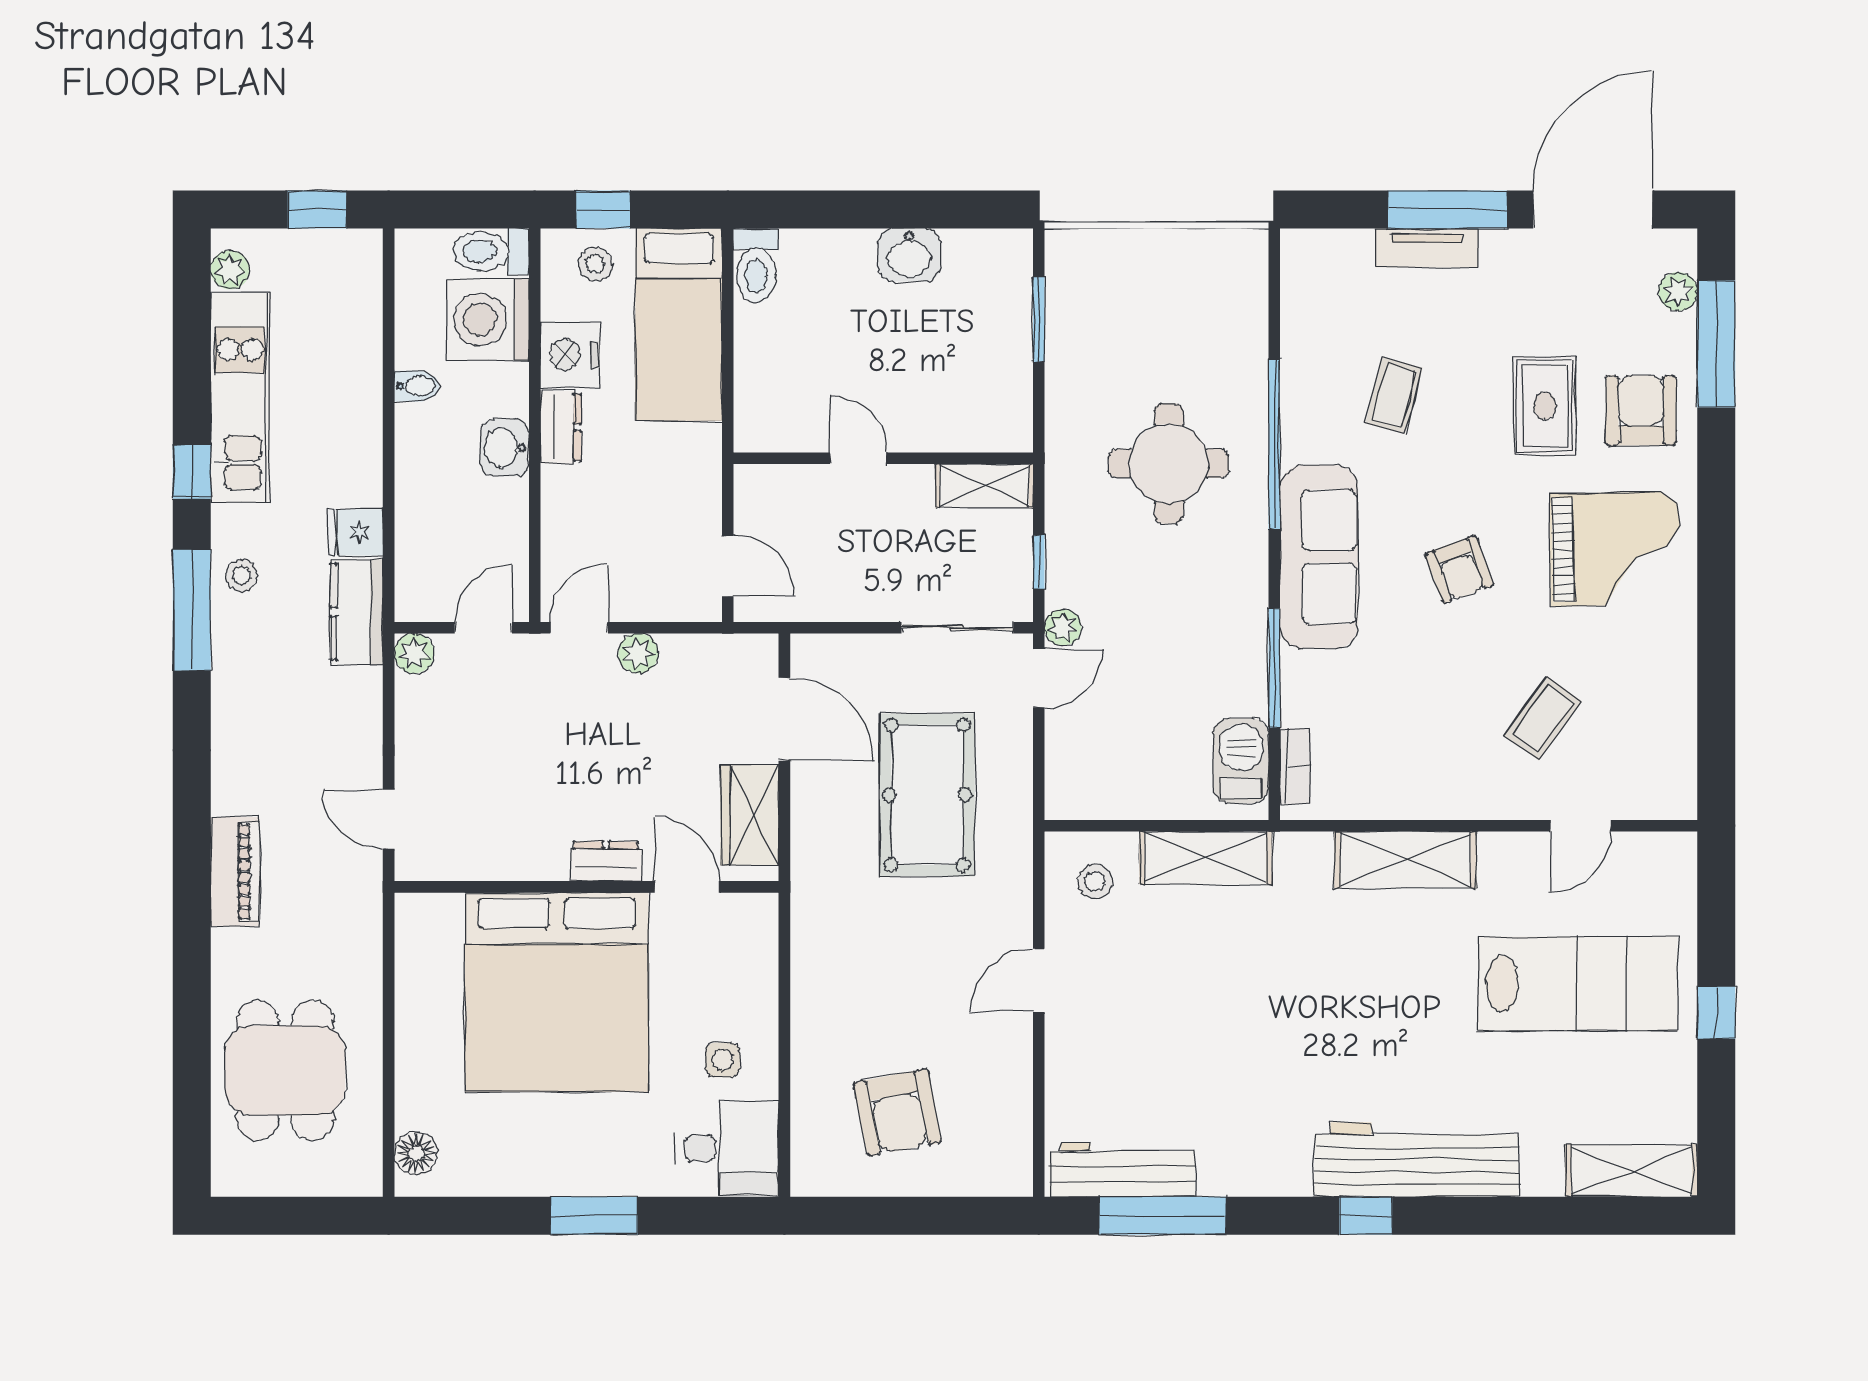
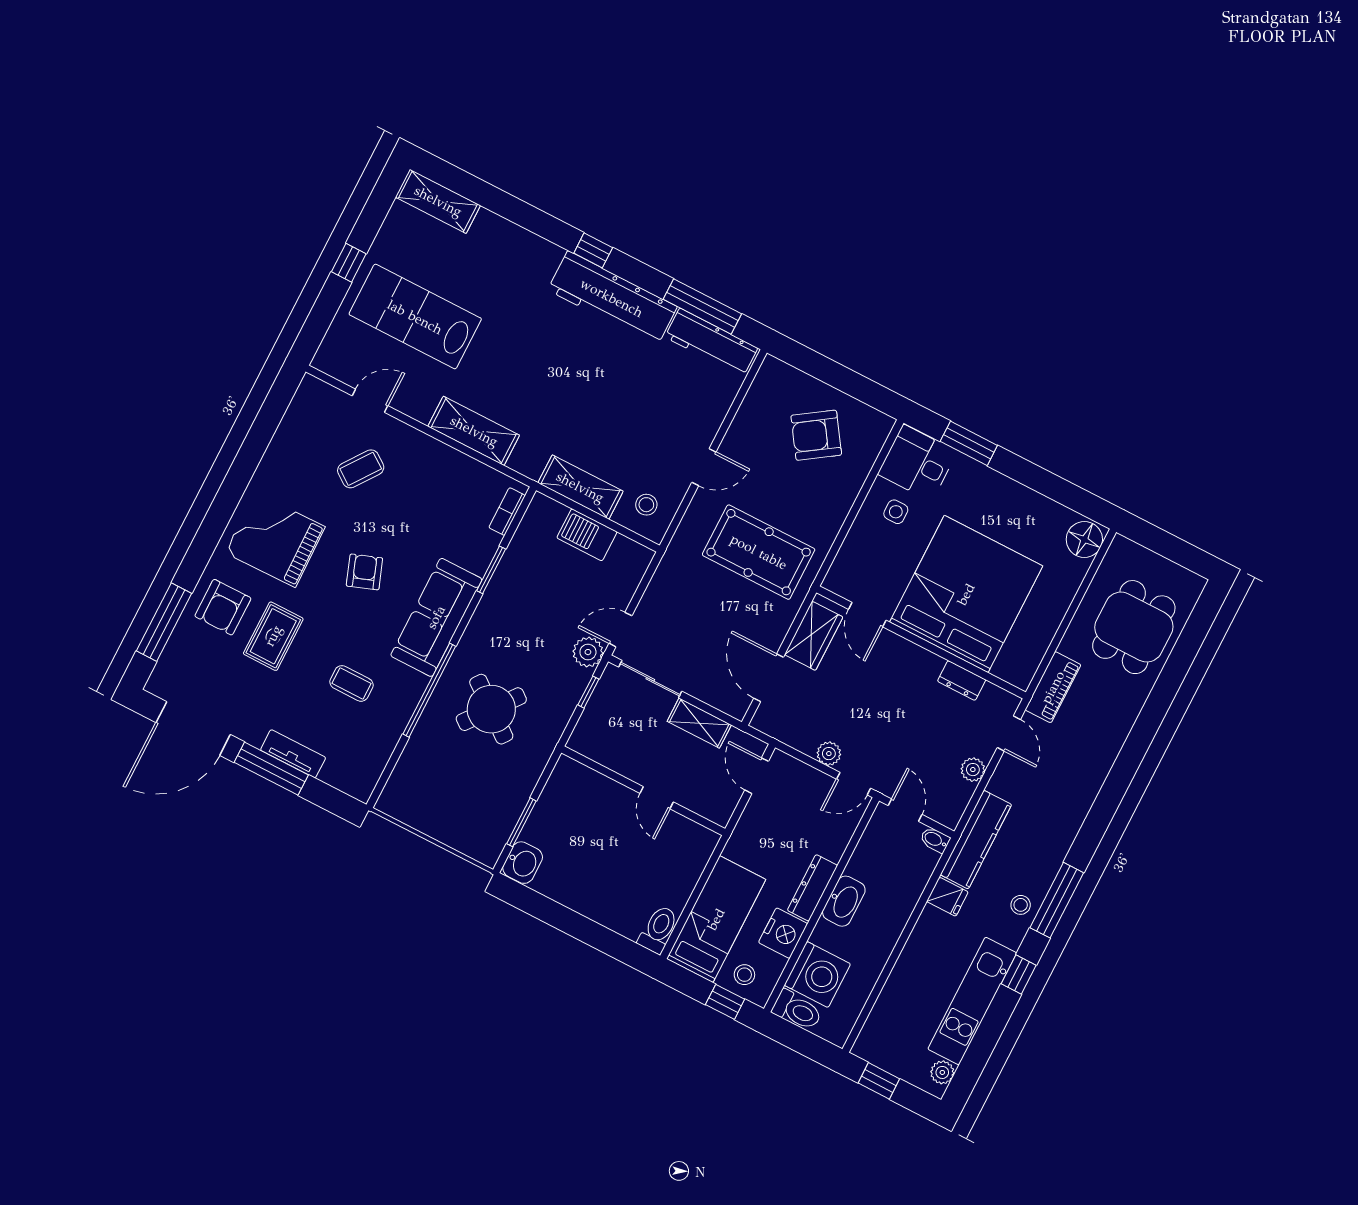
washbasin: (909, 255) -> (523, 863), moved, turned 90
plant: (1678, 291) -> (170, 661), removed
bidet: (417, 386) -> (935, 840), moved
coffee table: (1394, 395) -> (351, 683), turned 75
dresser: (561, 427) -> (812, 888), width x1.44
washbasin: (505, 447) -> (844, 901), width x1.38
round table: (1169, 463) -> (491, 709), turned 38
shelving: (984, 486) -> (699, 723), moved
kitchen counter: (357, 612) -> (976, 840), width x1.50
plant: (1063, 627) -> (588, 652), width x1.38, depth x1.38
door: (483, 628) -> (905, 810), swing flipped
plant: (414, 653) -> (973, 770), moved
window: (1274, 668) -> (491, 570), width x0.69
barbecue: (1241, 761) -> (587, 535), moved, turned 90
pool table: (927, 795) -> (759, 552), moved, turned 90
dresser: (606, 861) -> (962, 680), moved
piano: (235, 872) -> (1053, 687), moved, turned 180
armchair: (898, 1112) -> (816, 435), turned -113
floor lamp: (416, 1154) -> (1084, 539), width x1.38, depth x1.38
workbench: (1416, 1160) -> (612, 298), moved
window: (594, 1216) -> (969, 443), moved

